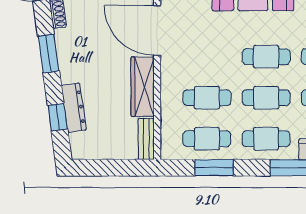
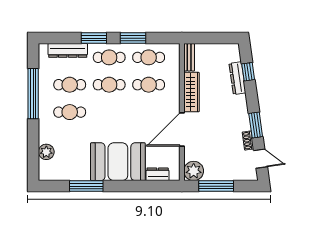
door: (157, 30) -> (182, 130), swing flipped
window: (49, 54) -> (256, 125), moved
cafe table: (266, 57) -> (109, 112), removed
window: (214, 168) -> (133, 38), moved

